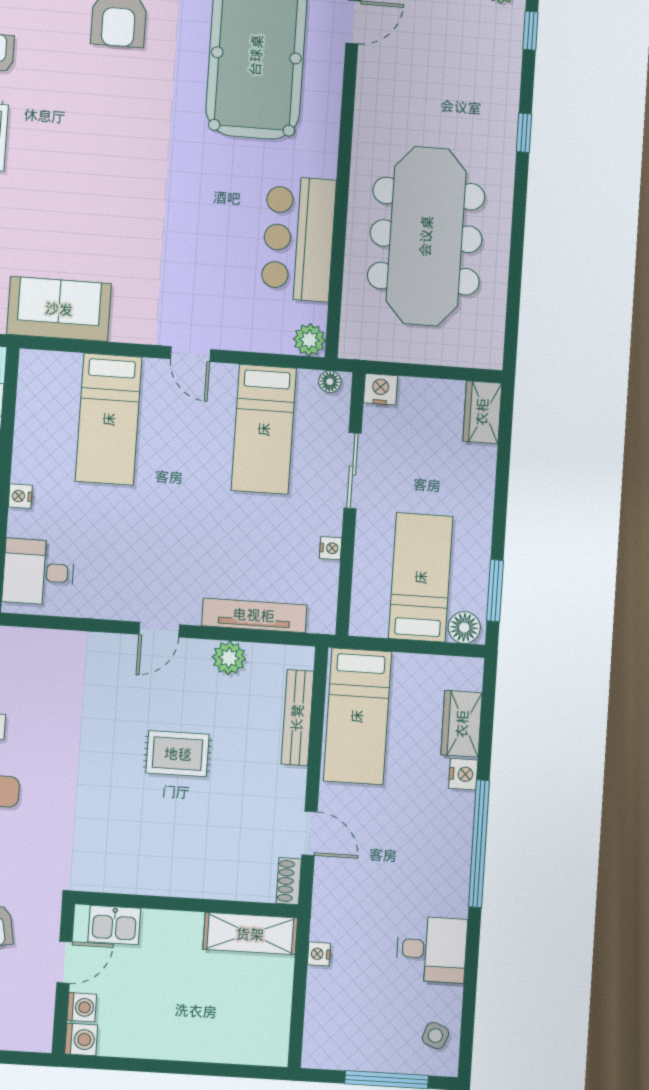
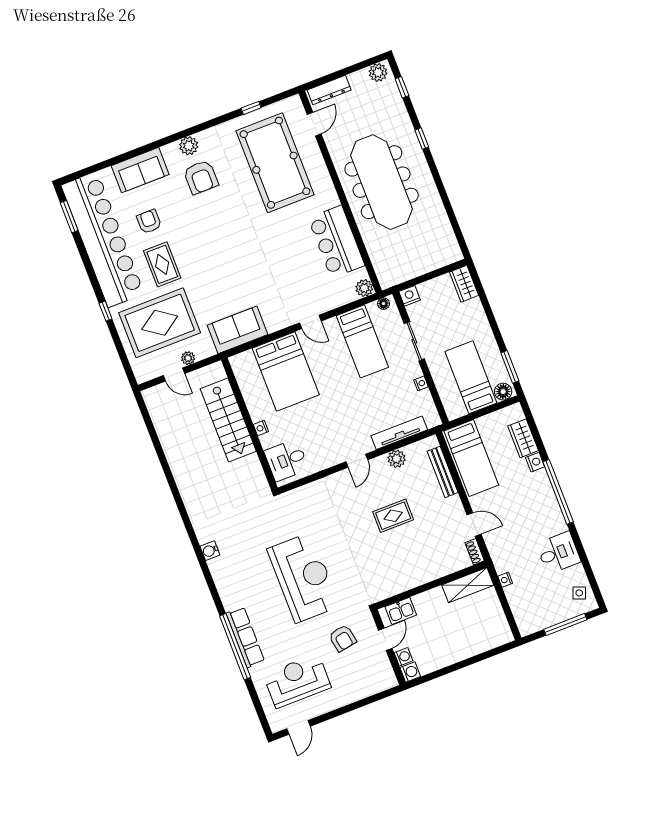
meeting table: (426, 236) -> (382, 182), moved
bed: (109, 419) -> (286, 372), width x1.50

